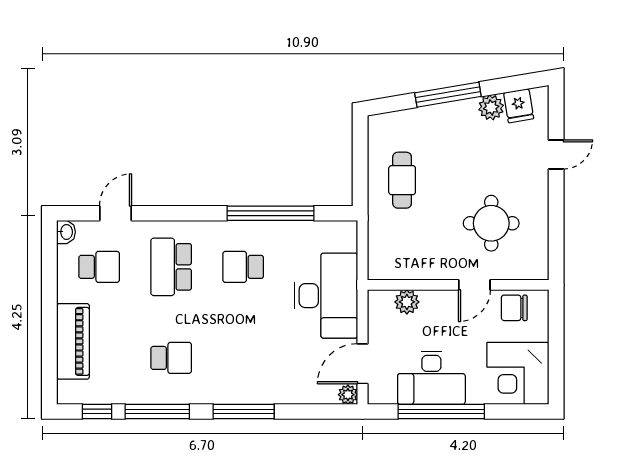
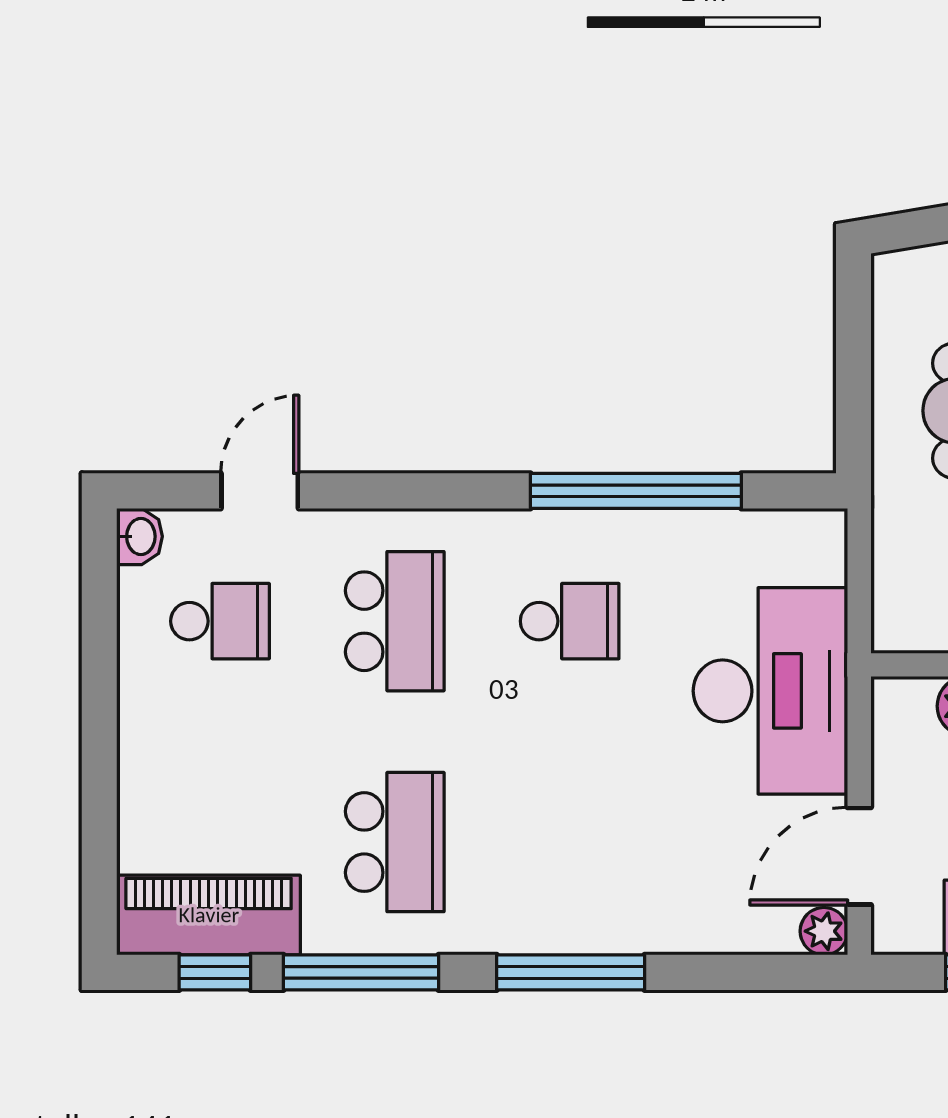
school desk: (171, 267) -> (395, 621), turned 180
school desk: (243, 267) -> (570, 621), turned 180
piano: (73, 341) -> (209, 915), moved, turned -90
school desk: (171, 358) -> (395, 842), width x1.85

